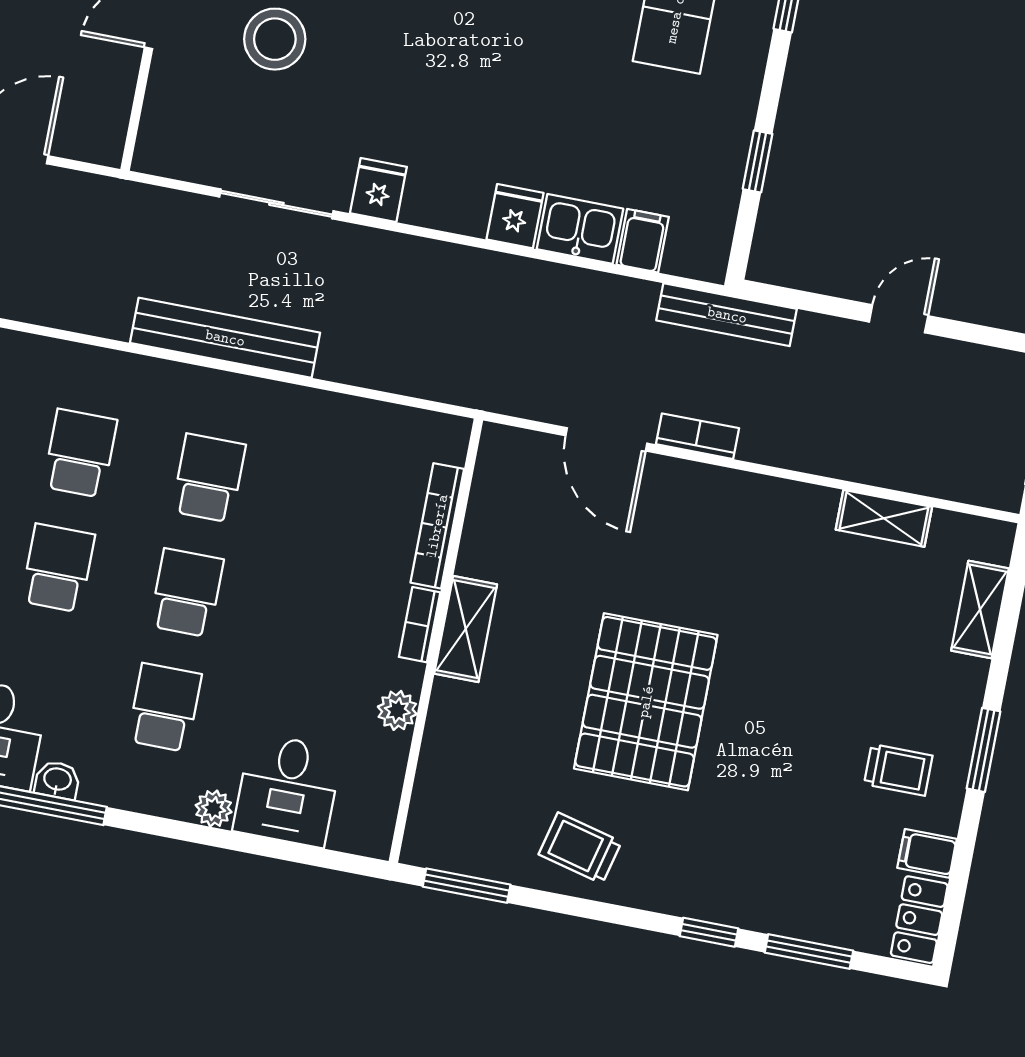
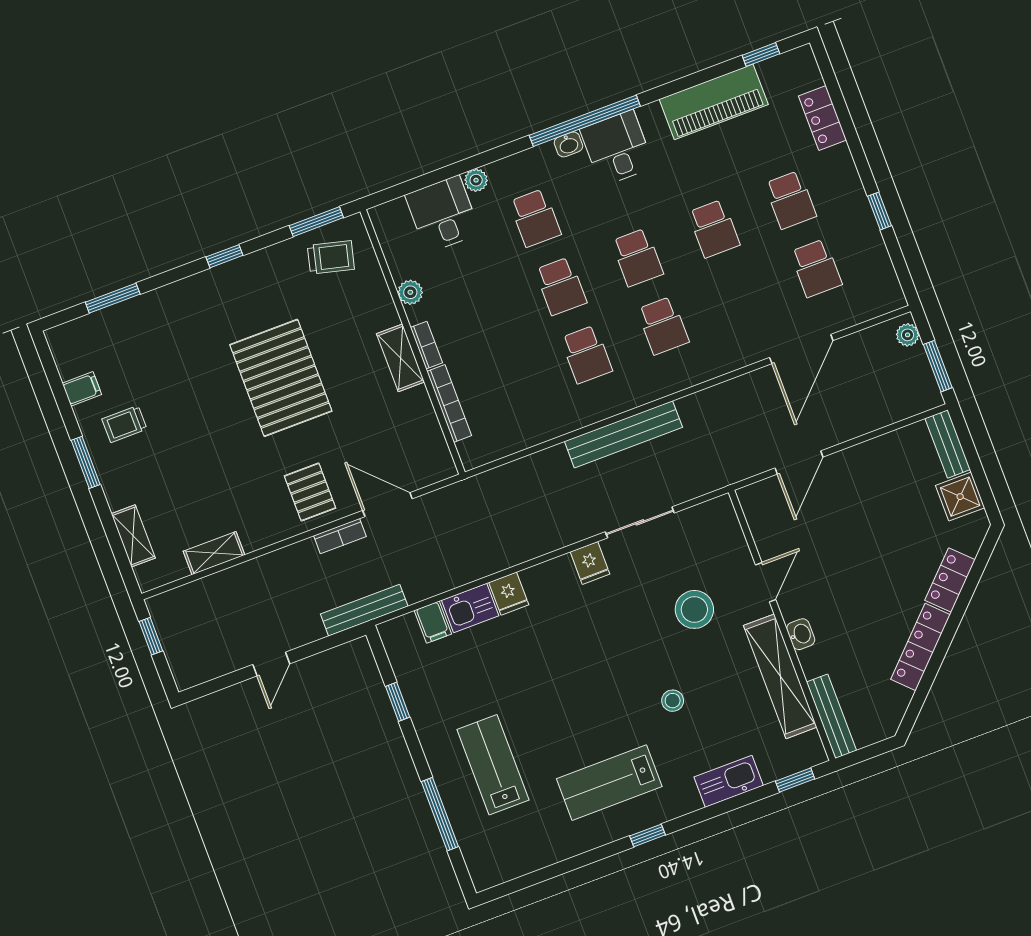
pallet: (702, 522) -> (310, 492), added
trolley: (580, 848) -> (331, 257), moved
locker: (919, 920) -> (64, 351), removed
window: (709, 932) -> (224, 256), moved

